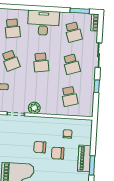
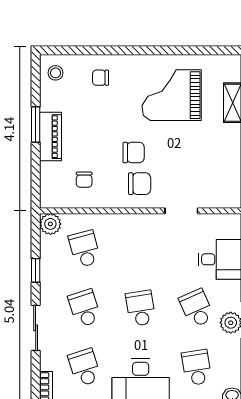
plant: (34, 108) -> (50, 224), moved
chair: (58, 153) -> (140, 184), moved

